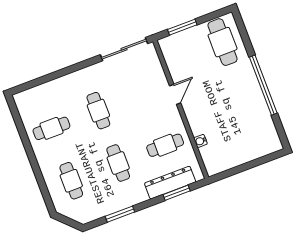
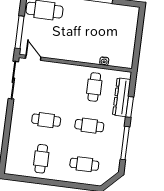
window: (182, 27) -> (20, 32), width x1.44
door: (175, 94) -> (33, 58), moved
window: (177, 193) -> (130, 107), moved
window: (120, 214) -> (125, 143), width x1.44

